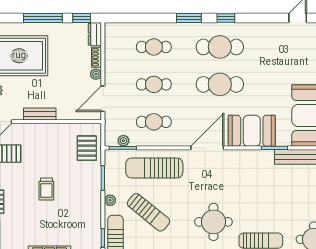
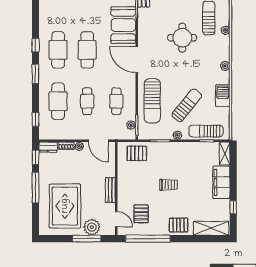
window: (130, 18) -> (35, 119), added
cafe table: (154, 47) -> (58, 101), width x1.37, depth x1.35
round table: (213, 222) -> (182, 38), moved

